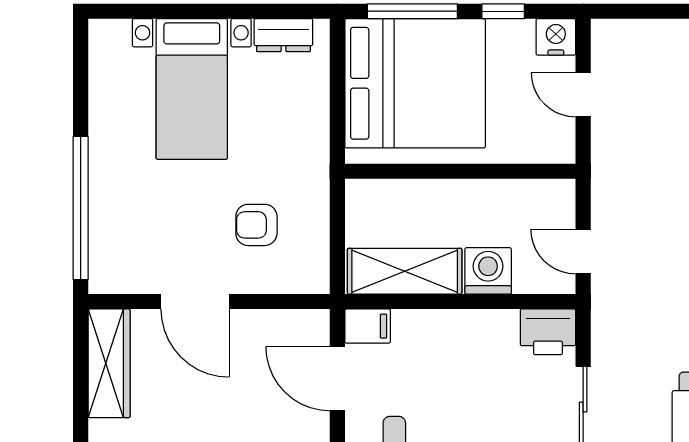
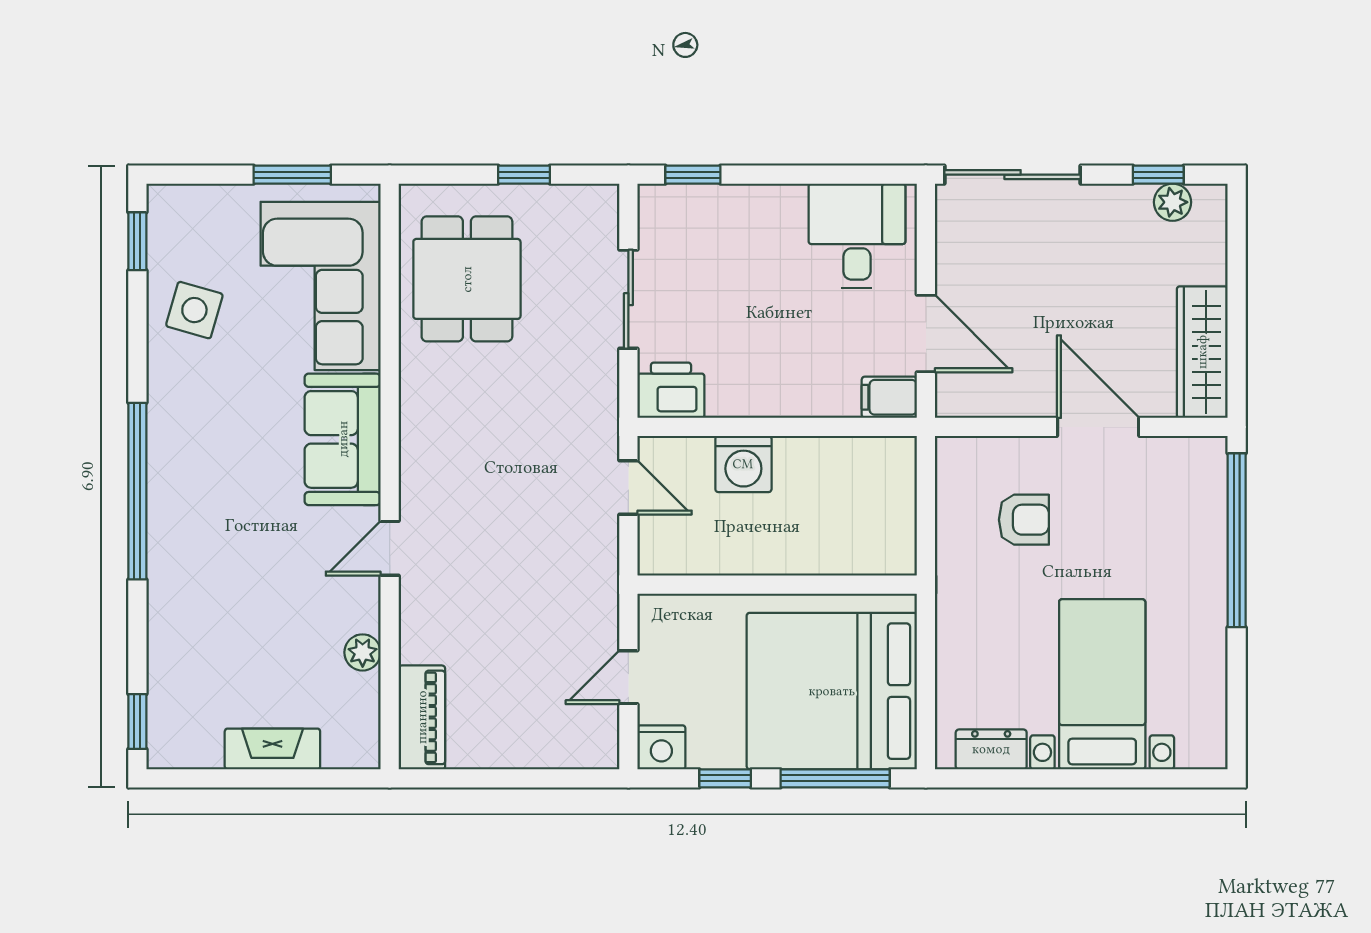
door: (583, 95) -> (628, 677), swing flipped
shelving: (405, 271) -> (844, 464), removed

